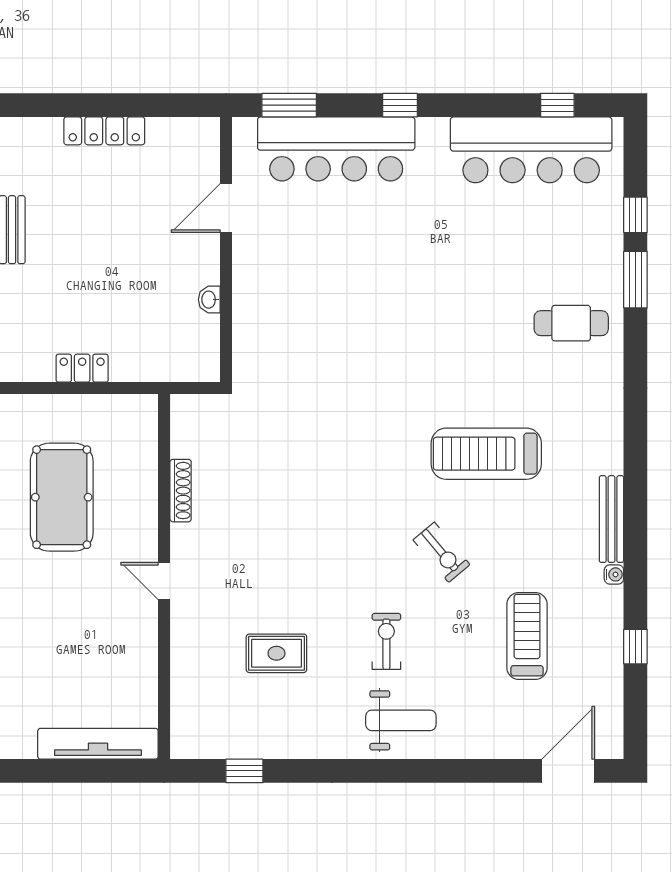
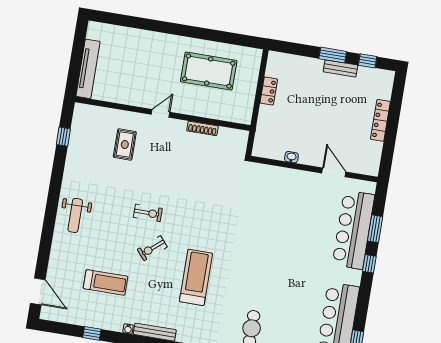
window: (289, 105) -> (375, 229), moved
exercise bike: (386, 641) -> (148, 213), moved
rug: (276, 653) -> (125, 145), moved

